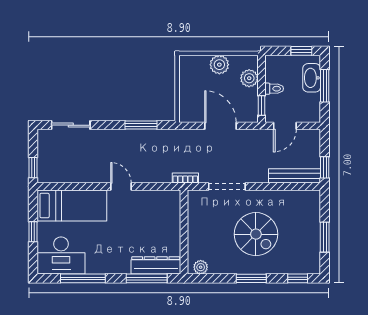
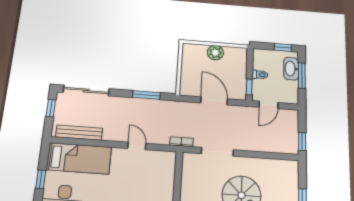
plant: (249, 78) -> (240, 65), removed
sliding door: (71, 125) -> (86, 91), width x1.37
window: (33, 168) -> (51, 108), moved
bench: (295, 176) -> (79, 133), moved
door: (121, 187) -> (137, 146), moved

